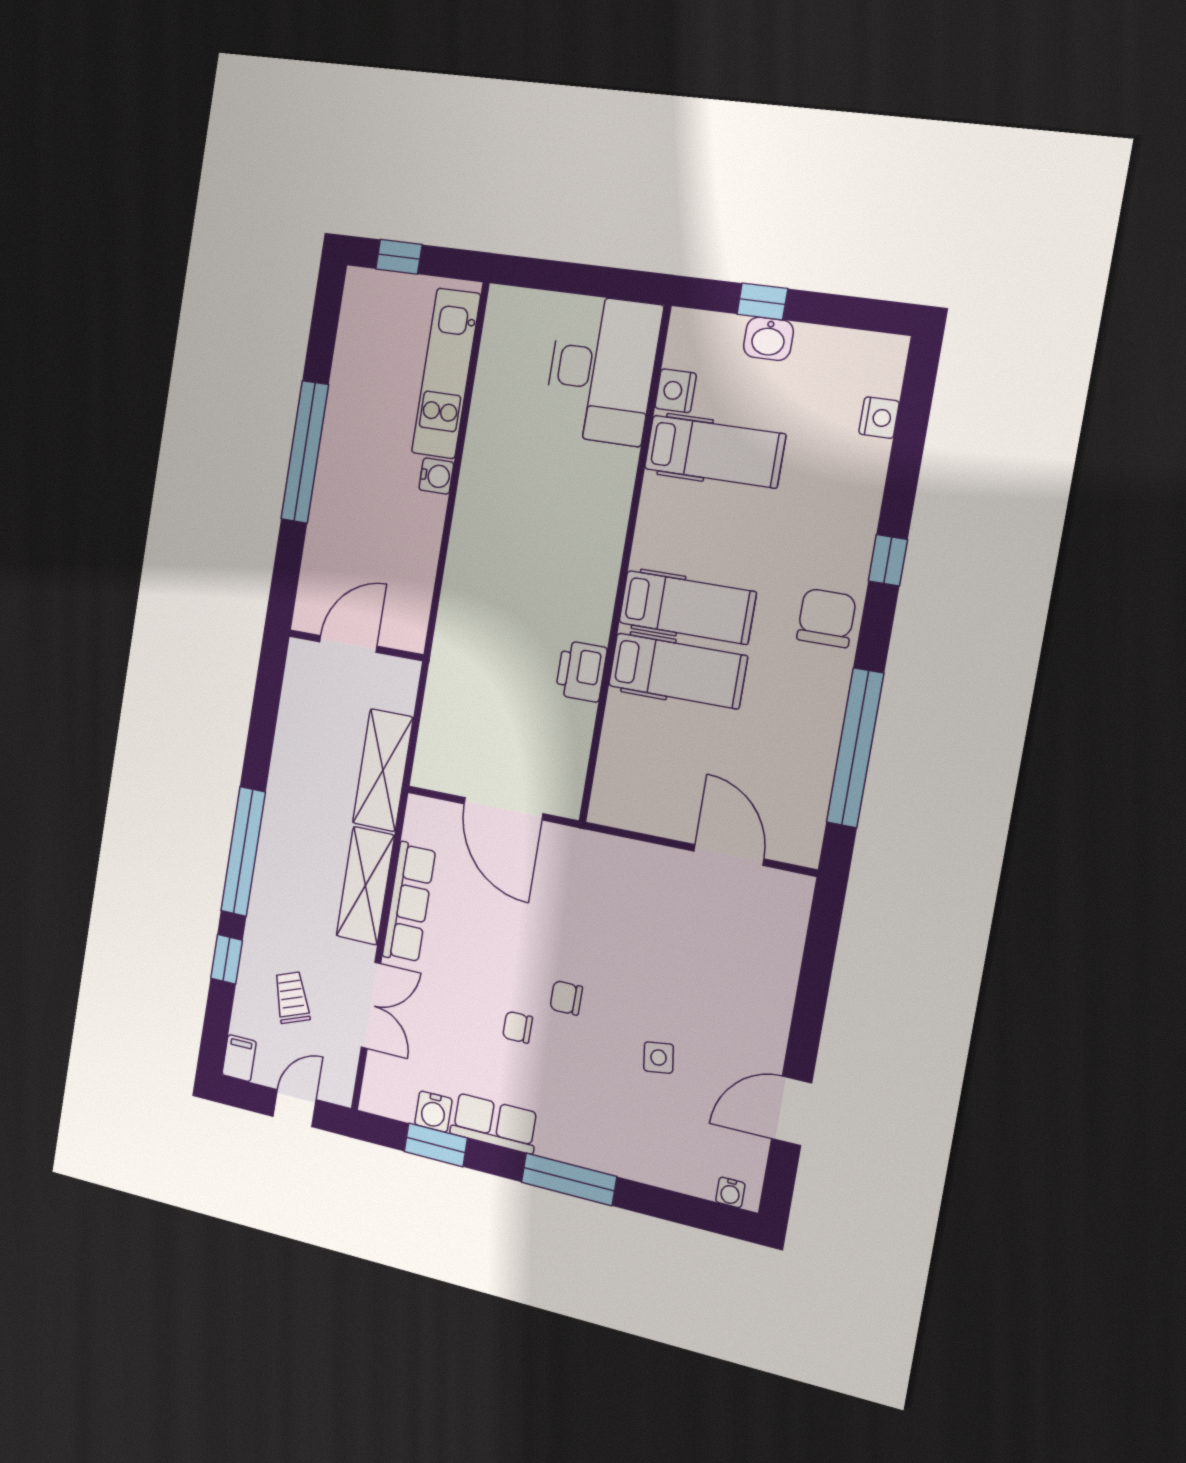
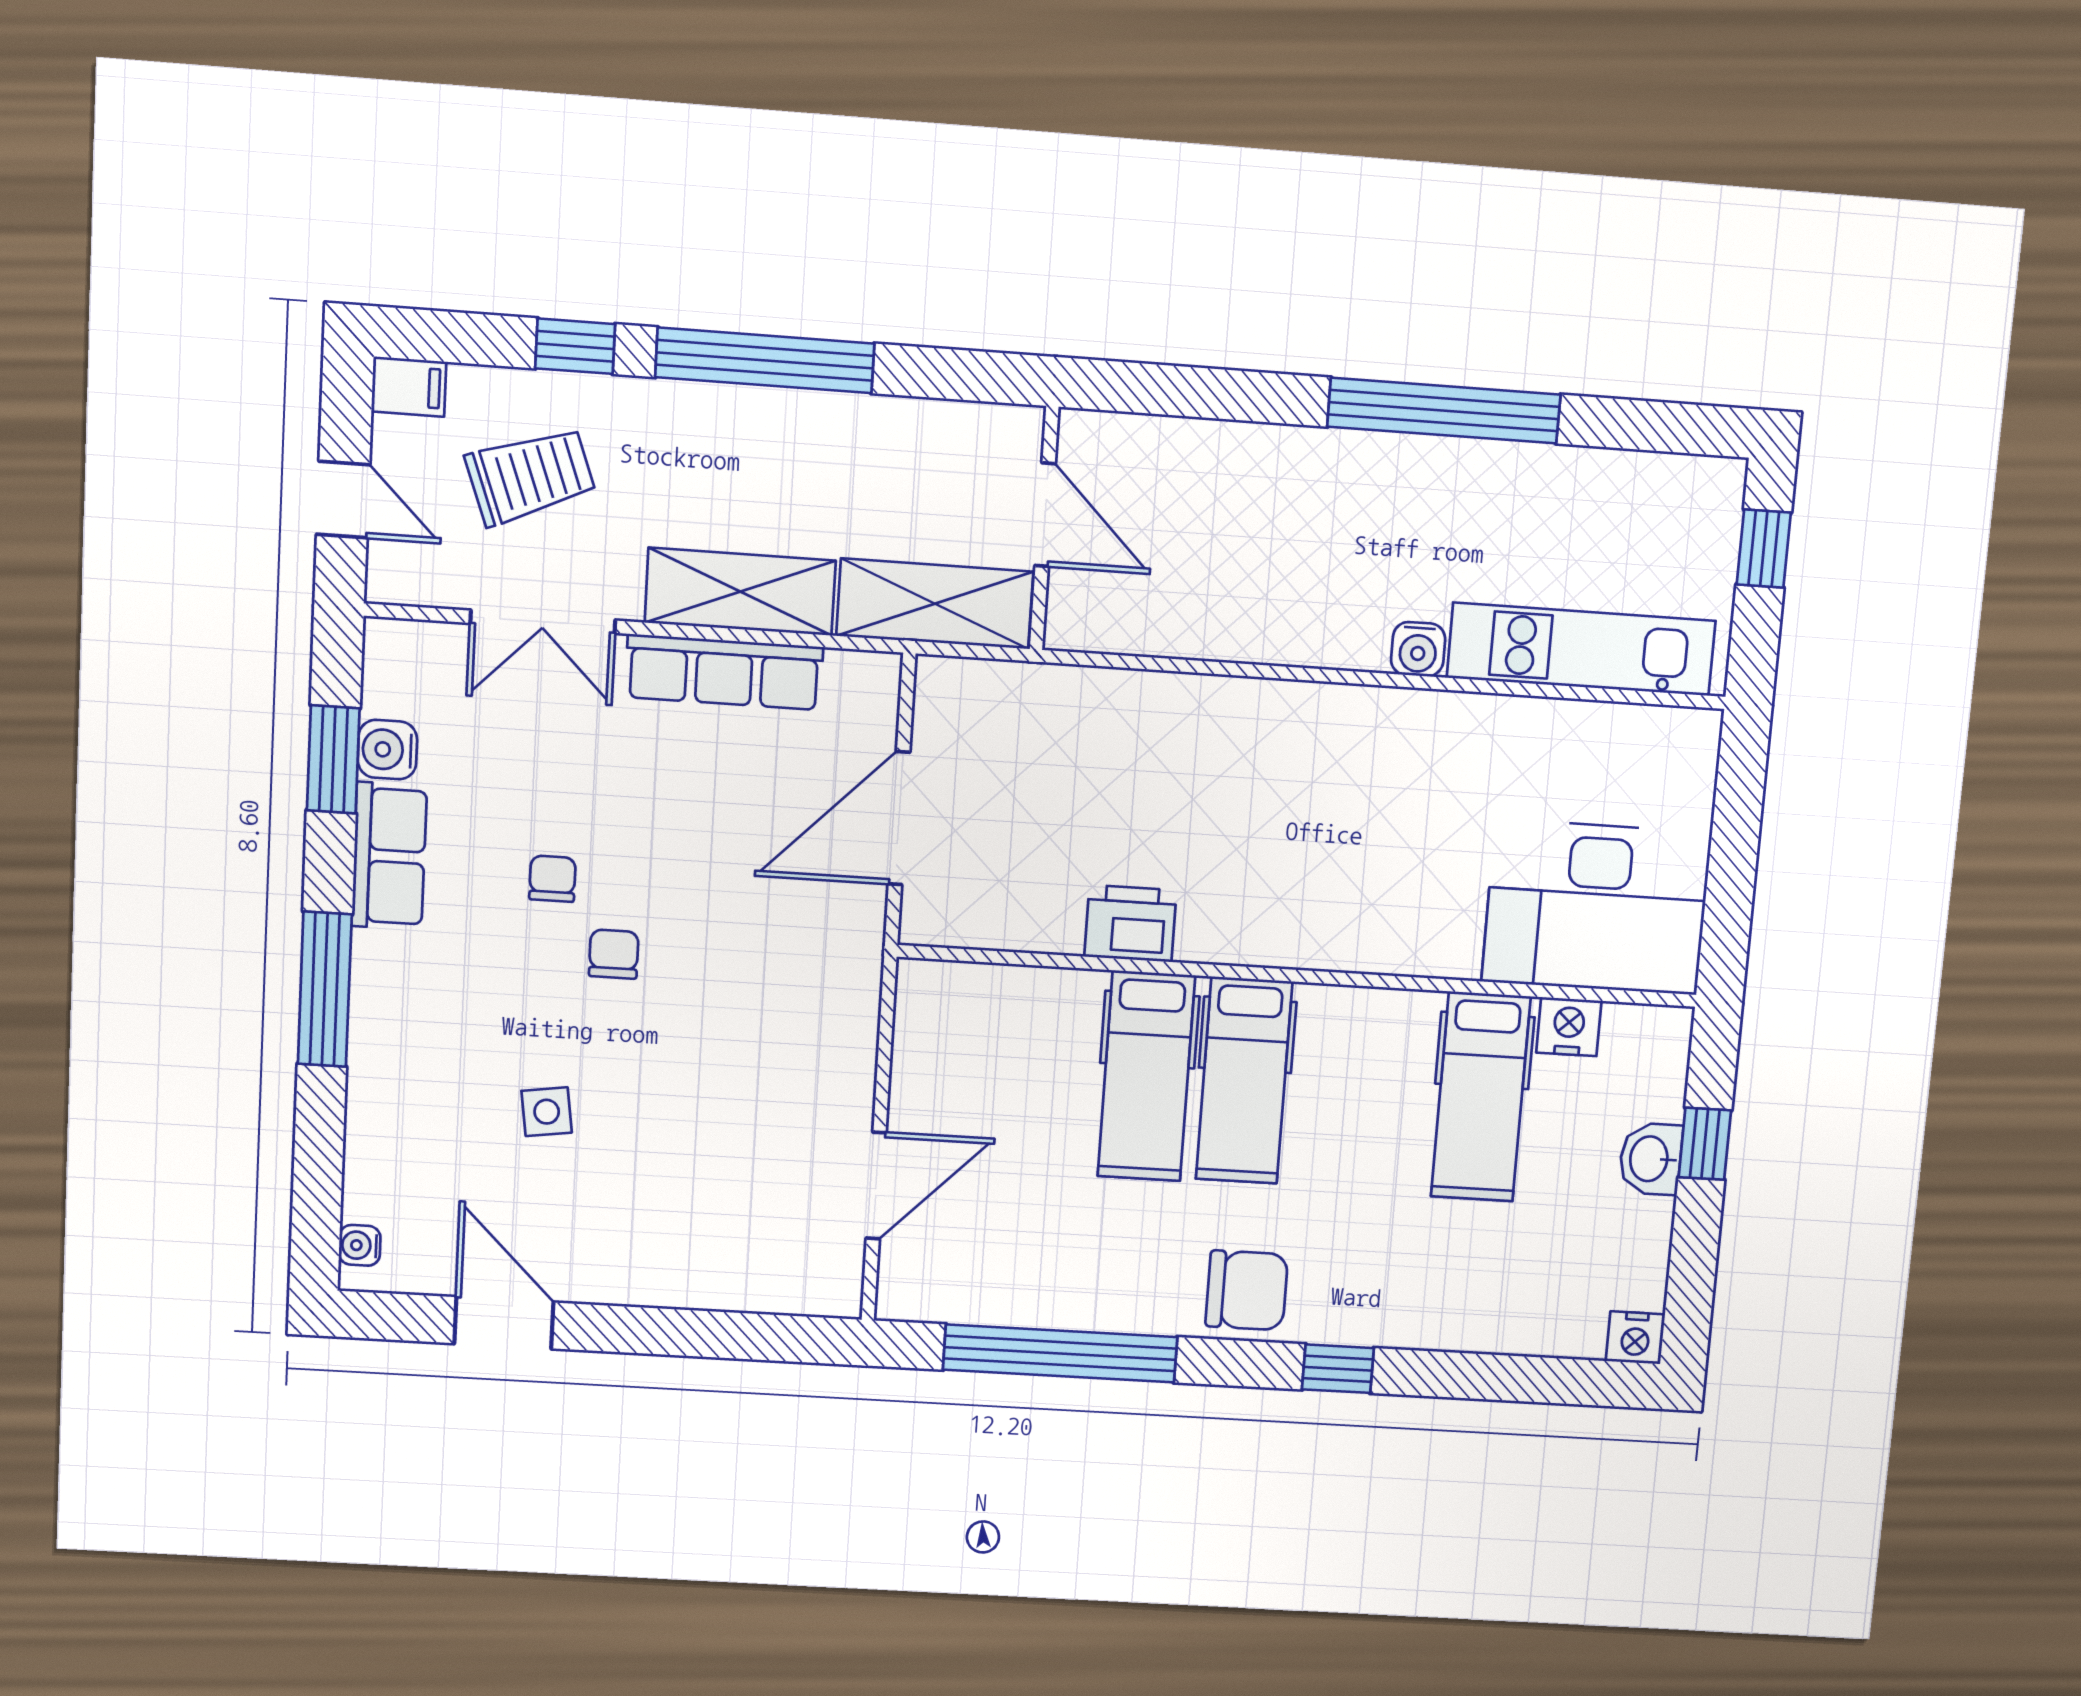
nightstand: (879, 418) -> (1635, 1338), moved
door: (348, 644) -> (1045, 515), moved
wall: (356, 645) -> (1044, 529), moved
trolley: (292, 998) -> (530, 476), width x1.36, depth x1.39

